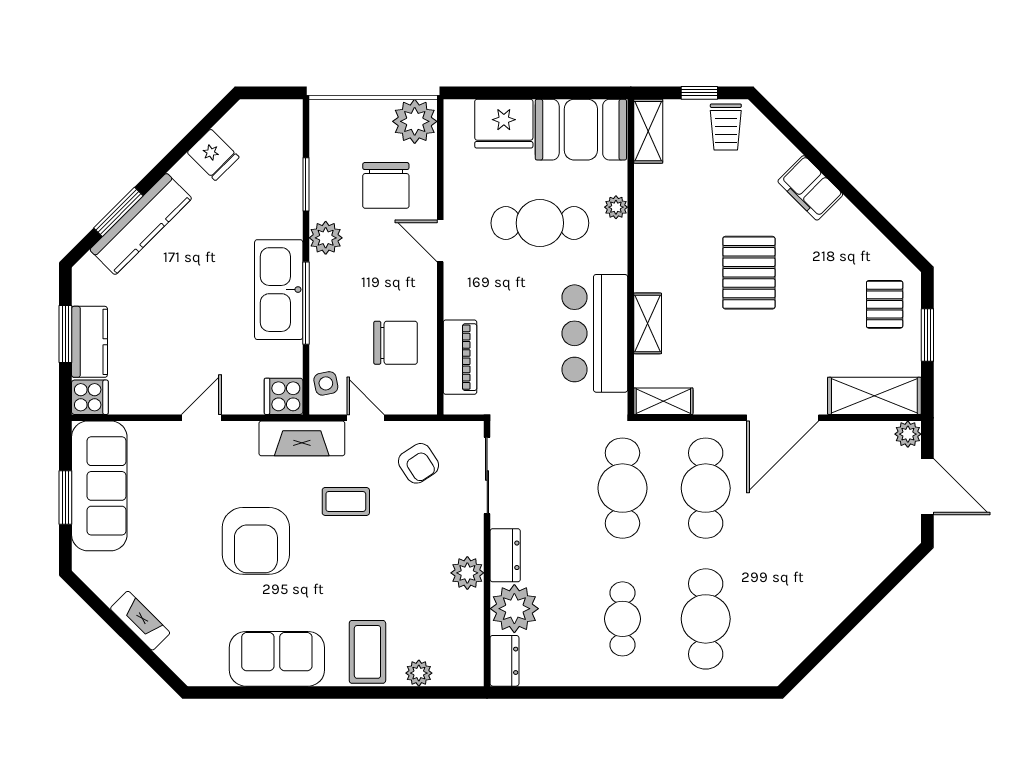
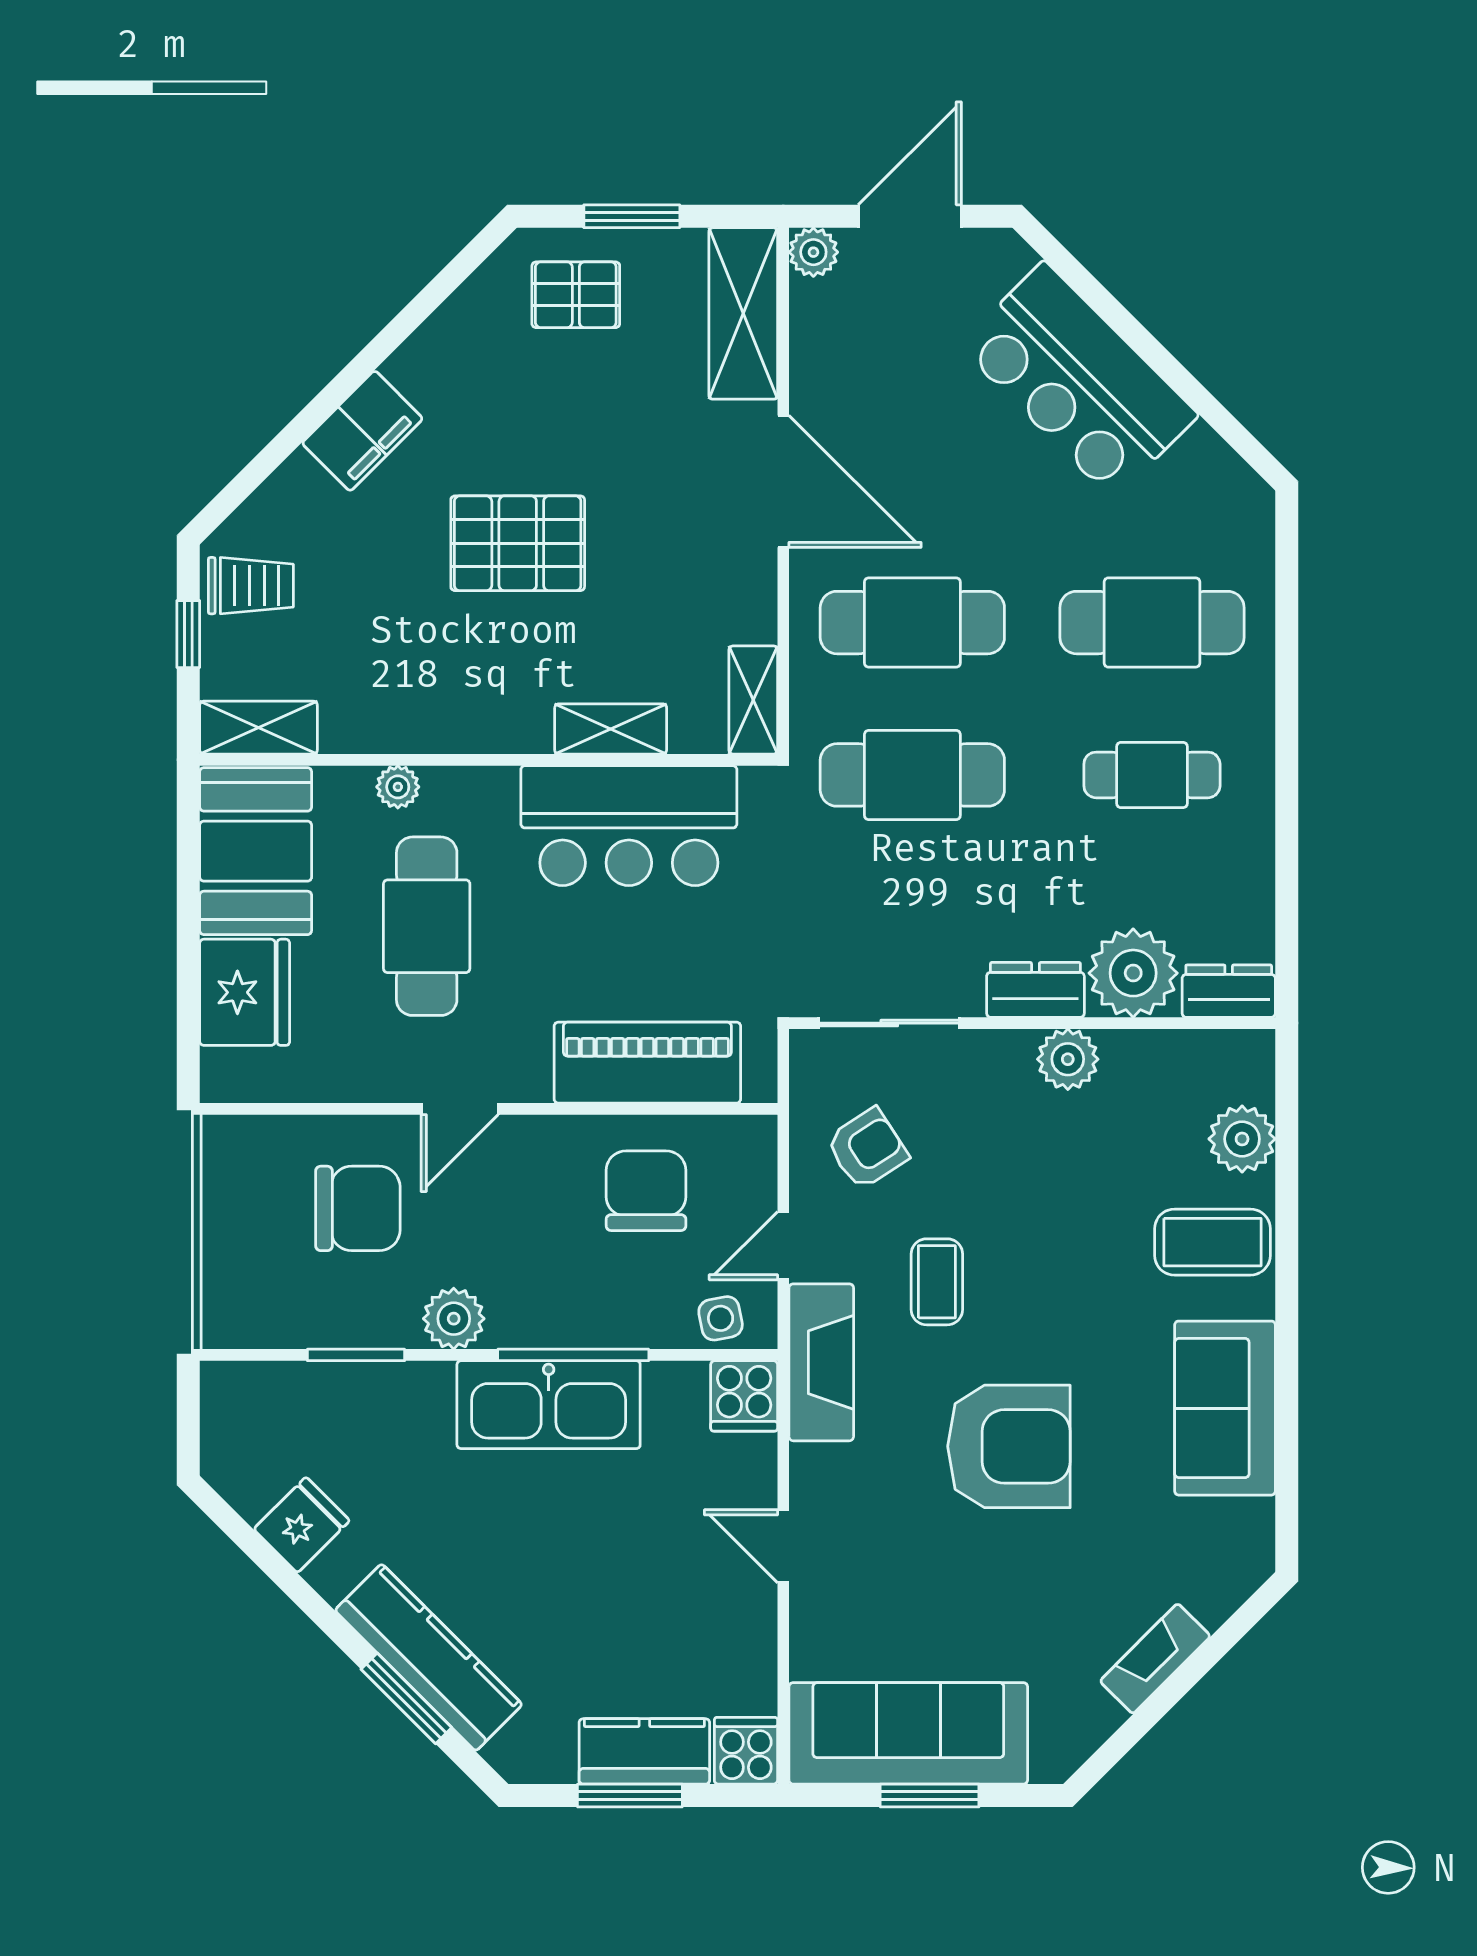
plant: (415, 121) -> (241, 1156), removed
piano: (460, 357) -> (647, 1063), width x1.37, depth x1.33
bar counter: (838, 579) -> (1079, 380), added
plant: (419, 673) -> (1242, 1139), width x1.38, depth x1.38

